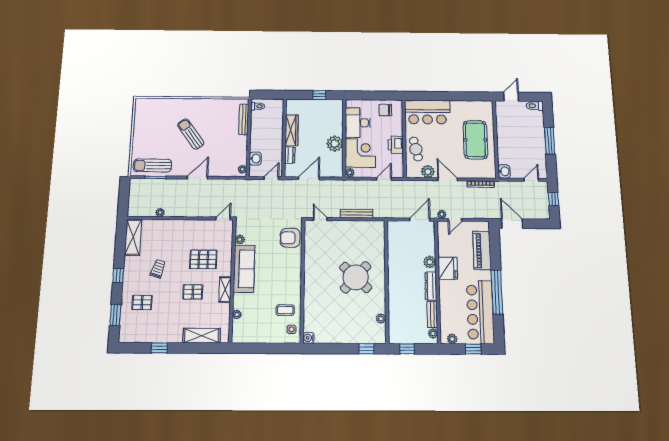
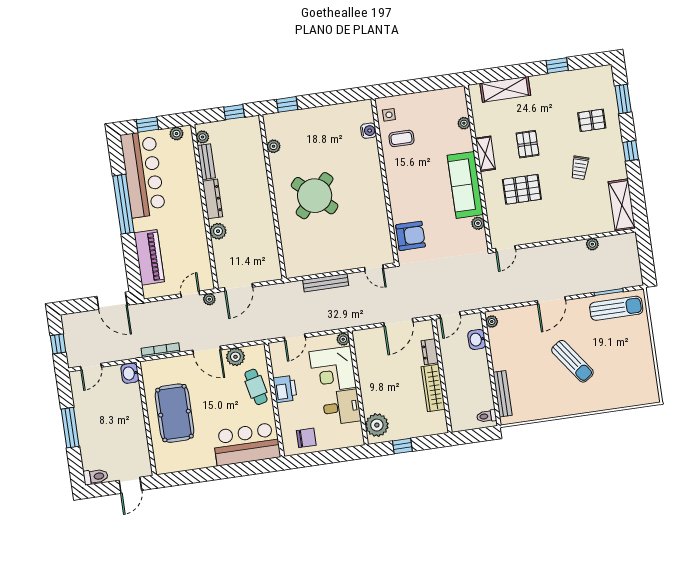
desk: (358, 123) -> (342, 407), width x0.73
plant: (335, 144) -> (377, 425), moved
fridge: (448, 268) -> (193, 226), removed
pallet: (193, 292) -> (528, 144), turned 90
water cooler: (308, 338) -> (368, 131), moved

